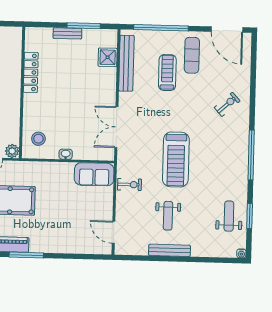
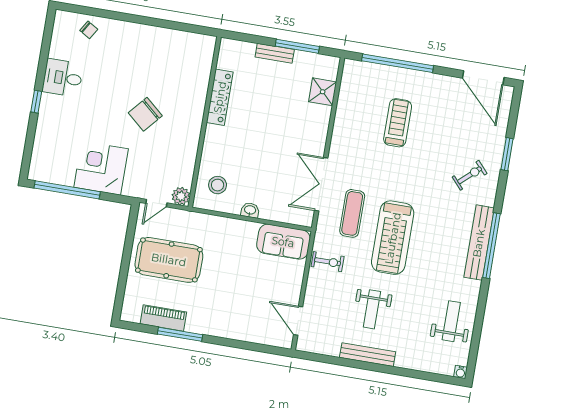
exercise mat: (192, 55) -> (352, 213), moved
bench: (126, 63) -> (479, 243), moved
window: (250, 216) -> (507, 154), moved

